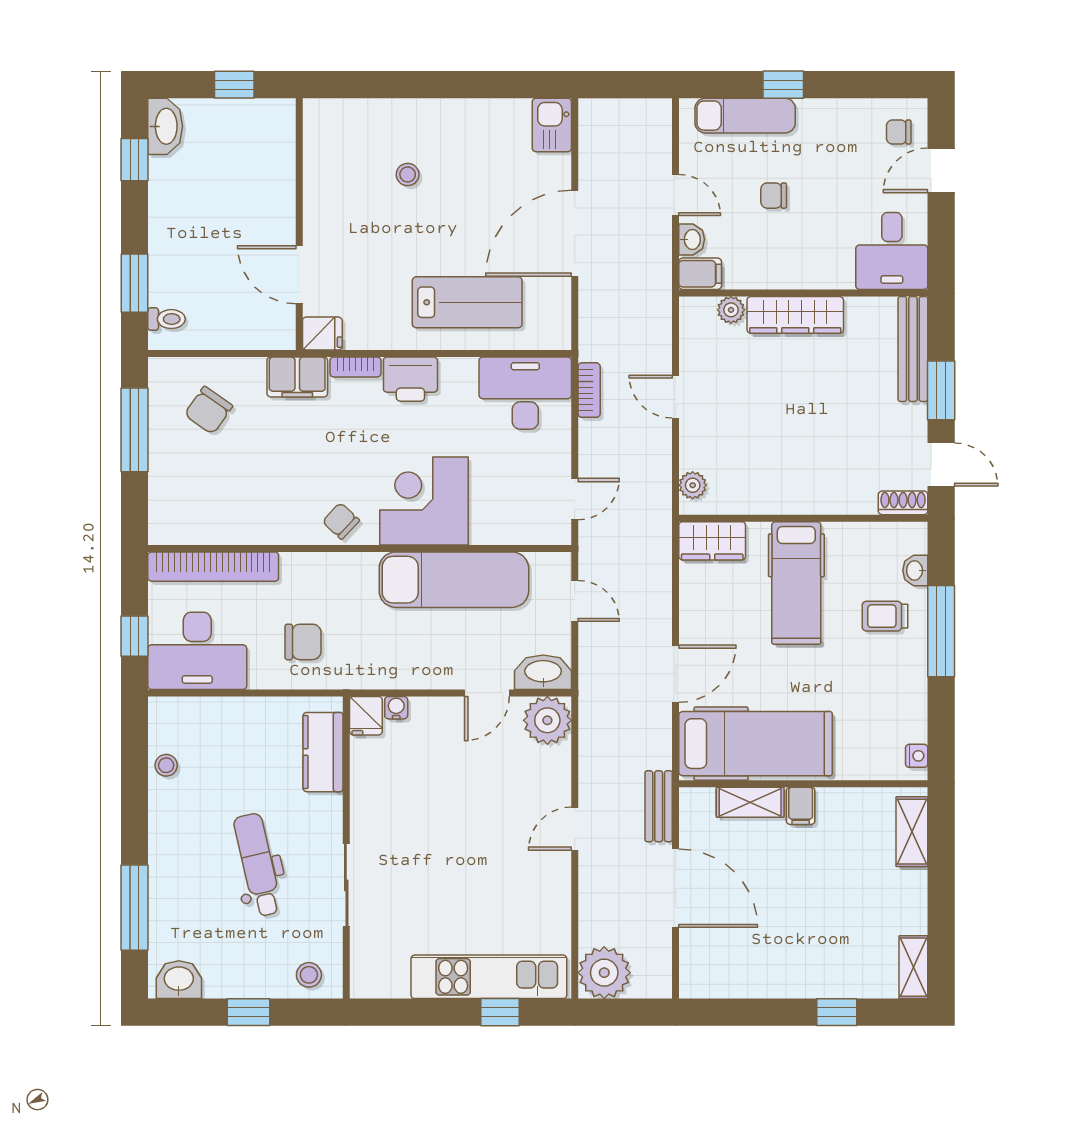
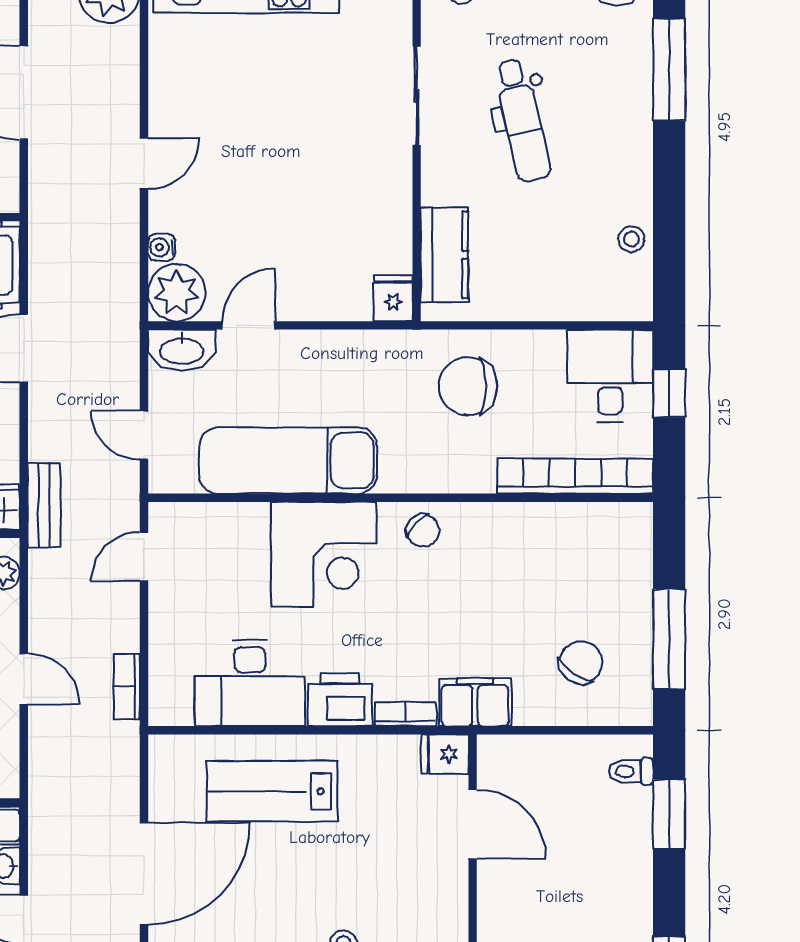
desk: (525, 393) -> (250, 683), moved
chair: (303, 642) -> (468, 386), width x1.37, depth x1.37
desk: (197, 651) -> (610, 376), width x0.73
water cooler: (396, 708) -> (162, 247), moved, turned 90
bench: (659, 806) -> (44, 505), moved

